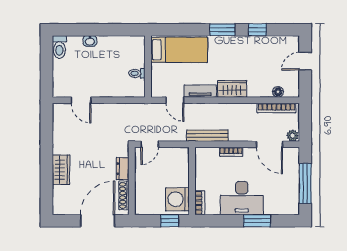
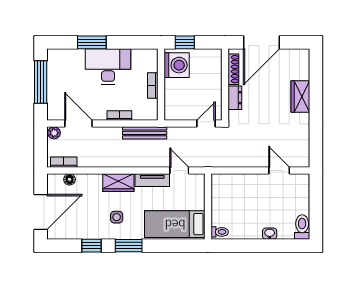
side table: (234, 56) -> (117, 217), added
door: (305, 61) -> (41, 212), width x1.87
toilet: (137, 73) -> (220, 232), moved
bookcase: (276, 108) -> (64, 162), width x0.64
bookcase: (200, 203) -> (153, 86), moved

